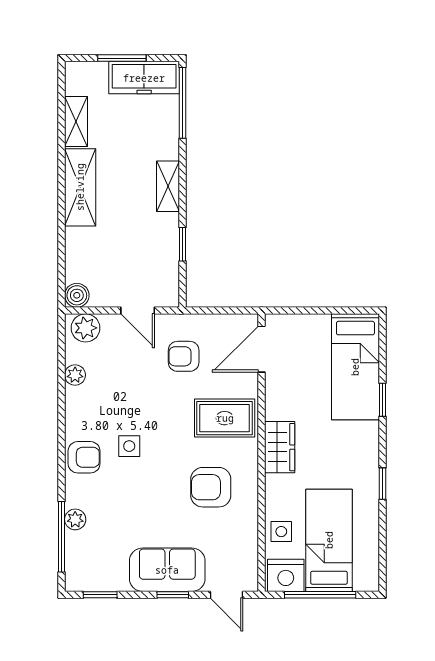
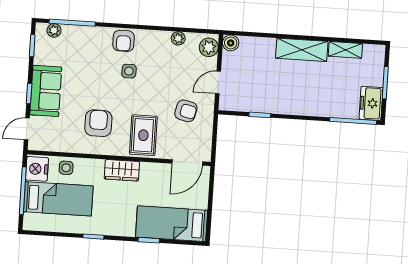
freezer: (144, 78) -> (371, 103), width x0.71
shelving: (168, 186) -> (299, 108), removed
door: (261, 349) -> (187, 162), swing flipped
armchair: (184, 356) -> (186, 111), turned 103
plant: (75, 519) -> (54, 30), moved

